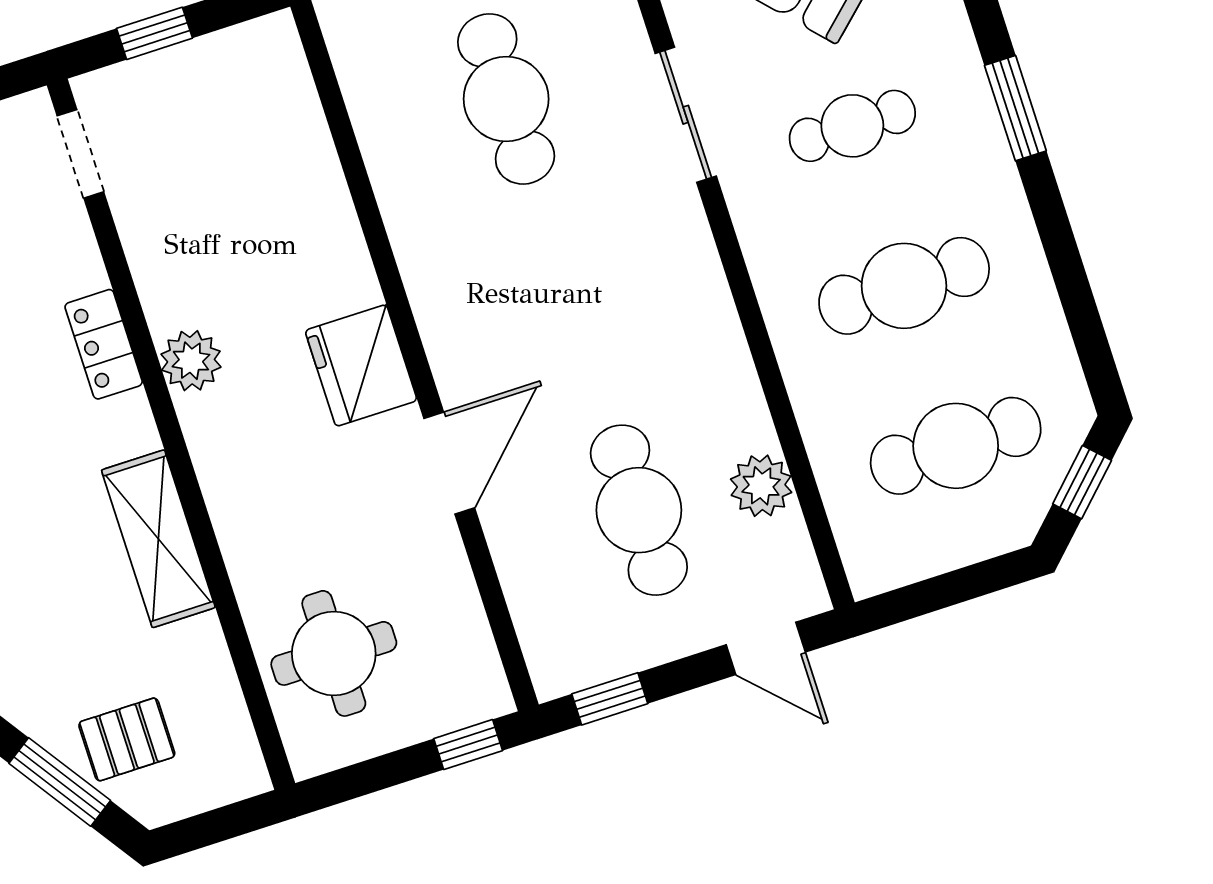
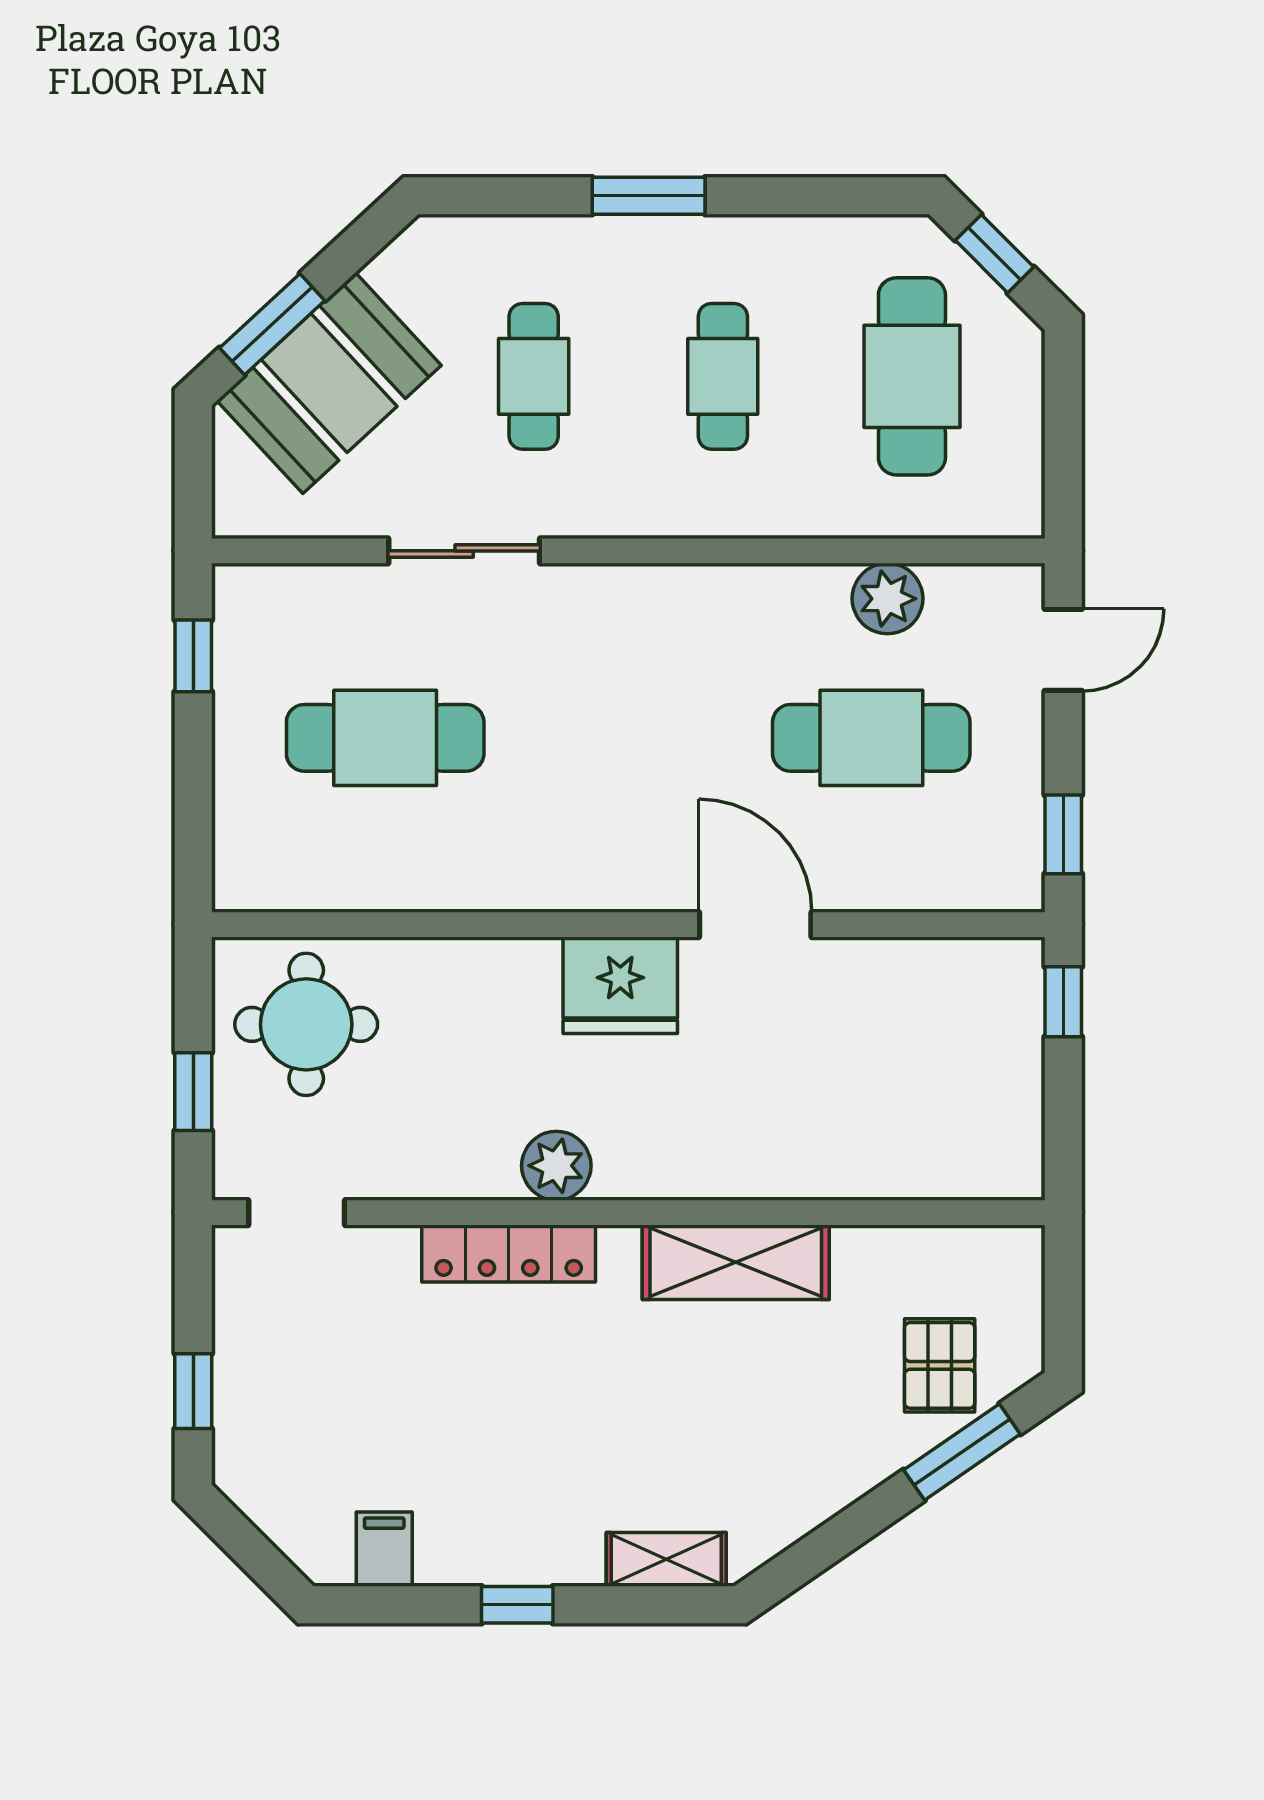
window: (1015, 108) -> (649, 196), moved
cafe table: (904, 286) -> (723, 376), width x0.73, depth x0.74
locker: (104, 344) -> (509, 1254), width x1.53
round table: (334, 653) -> (306, 1024), moved

